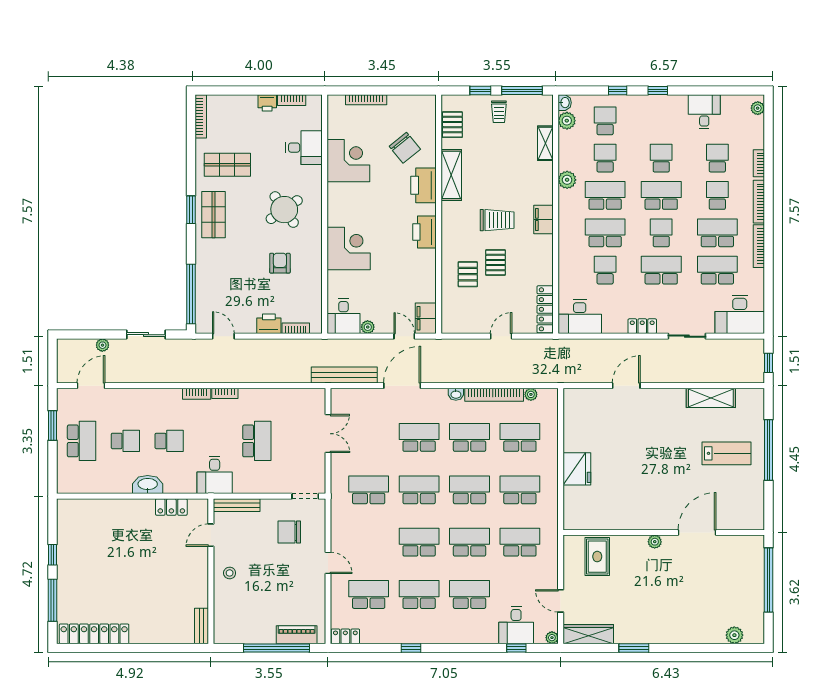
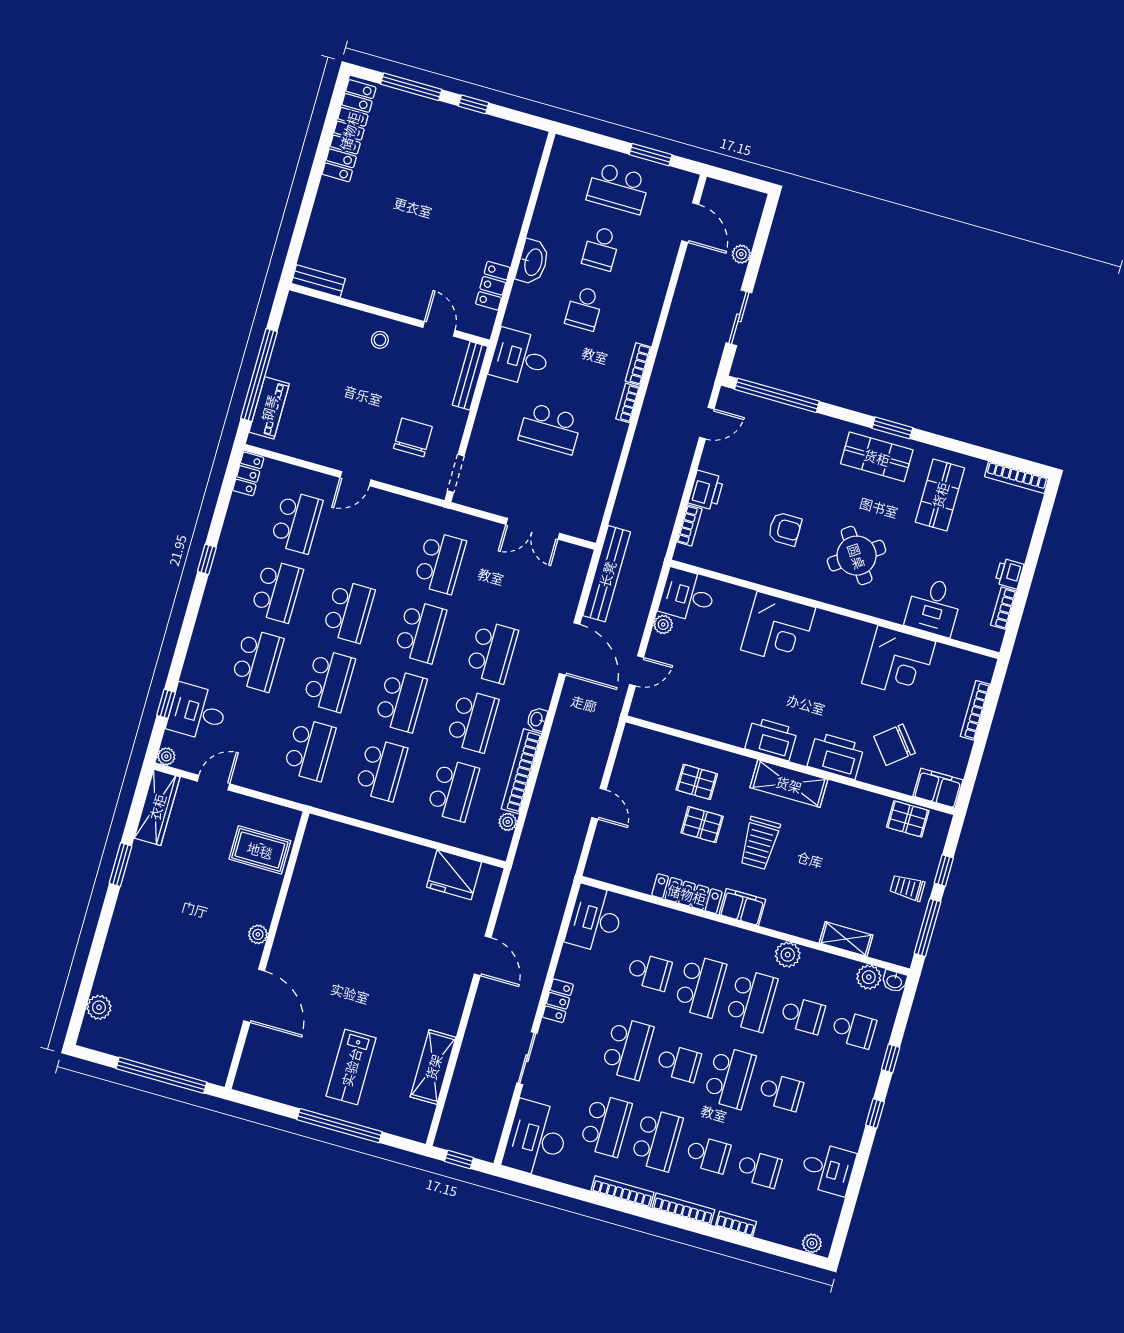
shelving: (451, 175) -> (789, 784), moved
locker: (545, 309) -> (687, 894), moved
filing cabinet: (426, 318) -> (938, 788), moved
fridge: (577, 469) -> (454, 875), moved

